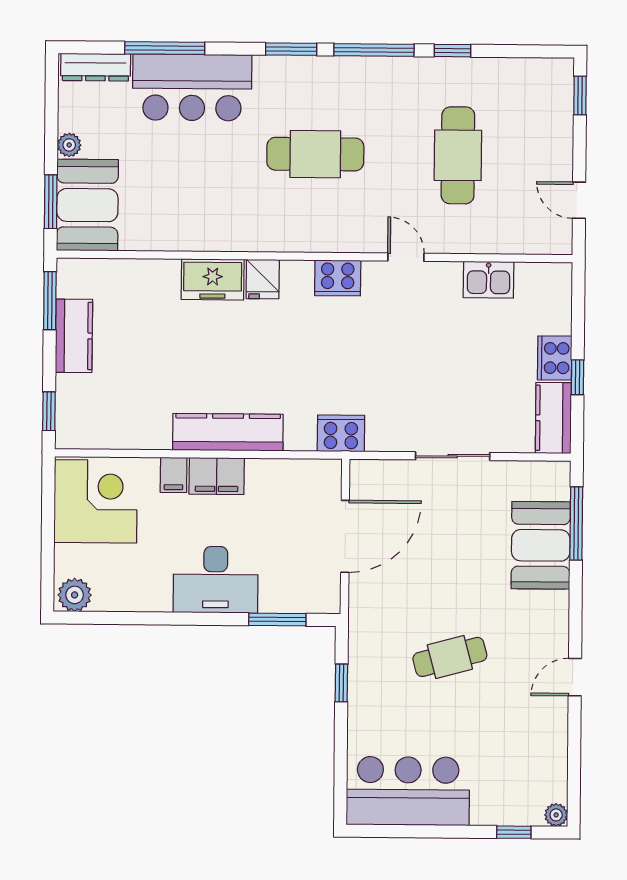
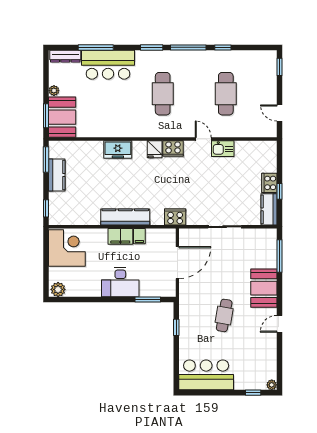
cafe table: (315, 154) -> (163, 94), turned 90
fridge: (263, 279) -> (155, 149), moved
kitchen sink: (489, 280) -> (223, 149), moved
filing cabinet: (174, 475) -> (139, 236), moved
booth: (541, 545) -> (264, 288), moved
cafe table: (450, 657) -> (224, 315), turned -65

